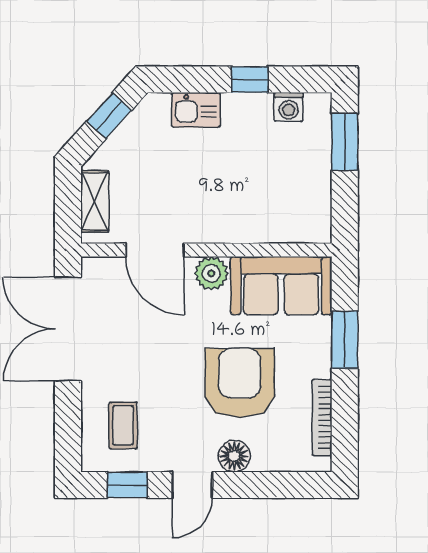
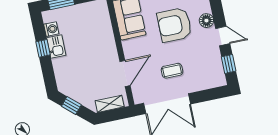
kitchen sink: (196, 110) -> (56, 47), moved
plant: (211, 273) -> (130, 47), removed
coffee table: (123, 425) -> (172, 71), moved

